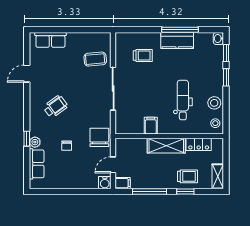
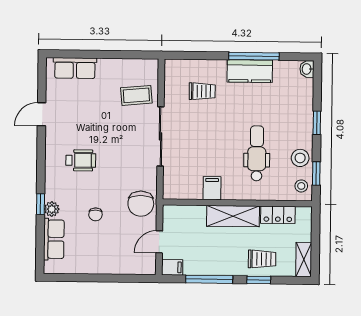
window: (226, 53) -> (316, 173), moved
wheelchair: (56, 107) -> (81, 160), turned 36
chair: (99, 137) -> (141, 204), turned 180
water cooler: (105, 183) -> (148, 266), removed

